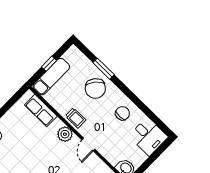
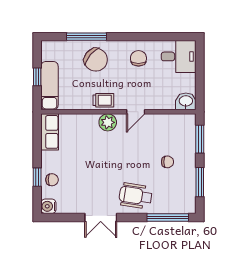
window: (104, 69) -> (86, 37), width x1.44
row of seats: (41, 111) -> (50, 132), moved, turned -90
door: (88, 144) -> (136, 112), hinge flipped

